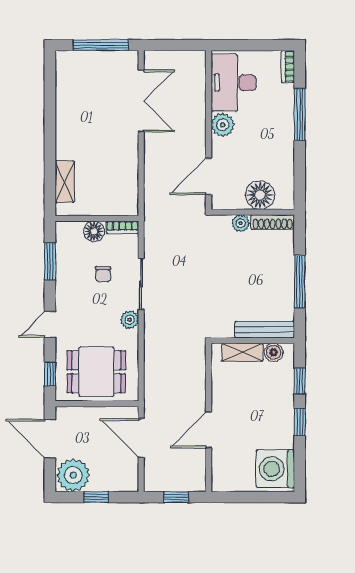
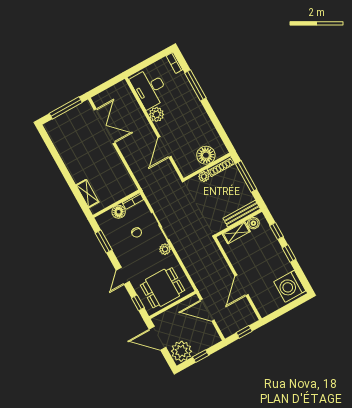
floor lamp: (260, 195) -> (206, 155), moved
wall: (253, 212) -> (207, 167), moved
shoe rack: (273, 222) -> (221, 166), moved
plant: (241, 223) -> (204, 177), moved

